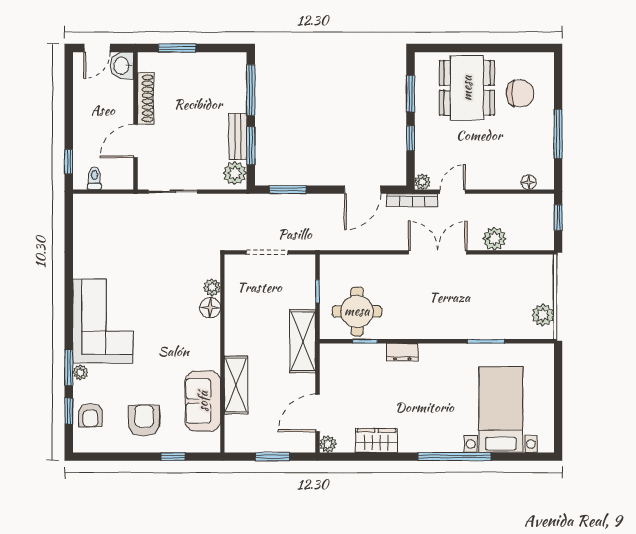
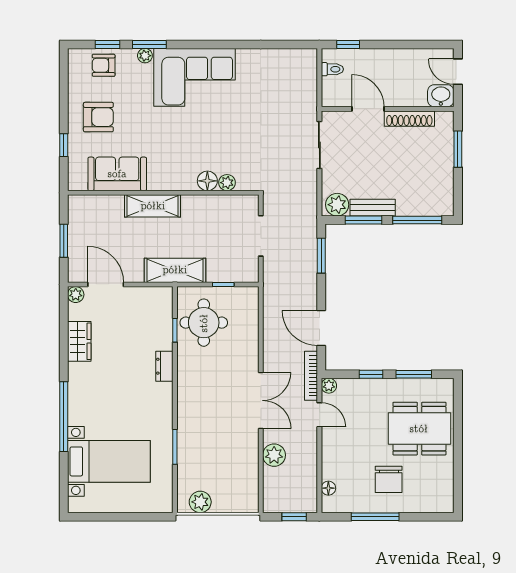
chair: (520, 93) -> (389, 479), moved
shelving: (236, 385) -> (153, 206), moved

